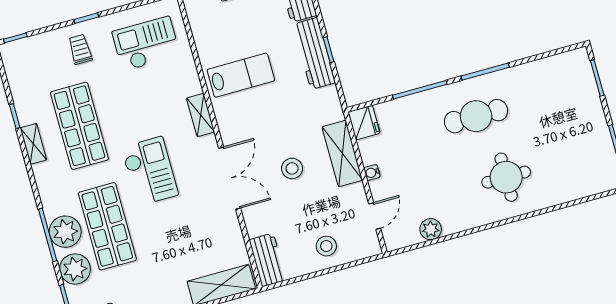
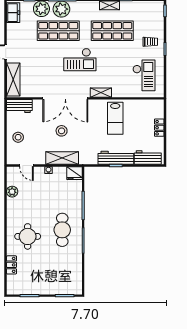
double door: (230, 178) -> (65, 98), width x1.36
locker: (567, 193) -> (11, 265), added

